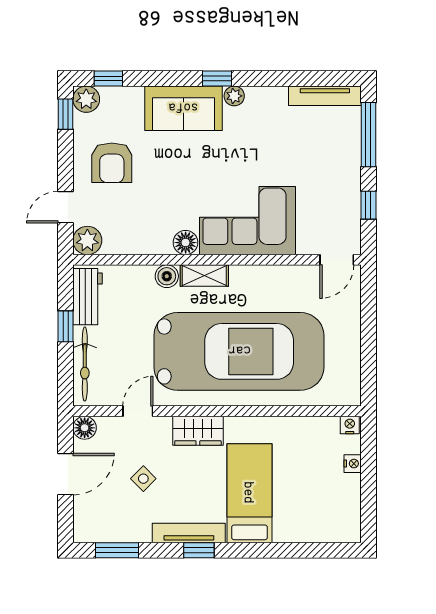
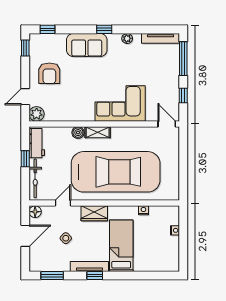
plant: (234, 96) -> (127, 38), moved
plant: (86, 99) -> (36, 40), removed
floor lamp: (186, 243) -> (88, 115), removed
door: (337, 260) -> (167, 124), swing flipped
nightstand: (350, 425) -> (143, 210), moved

